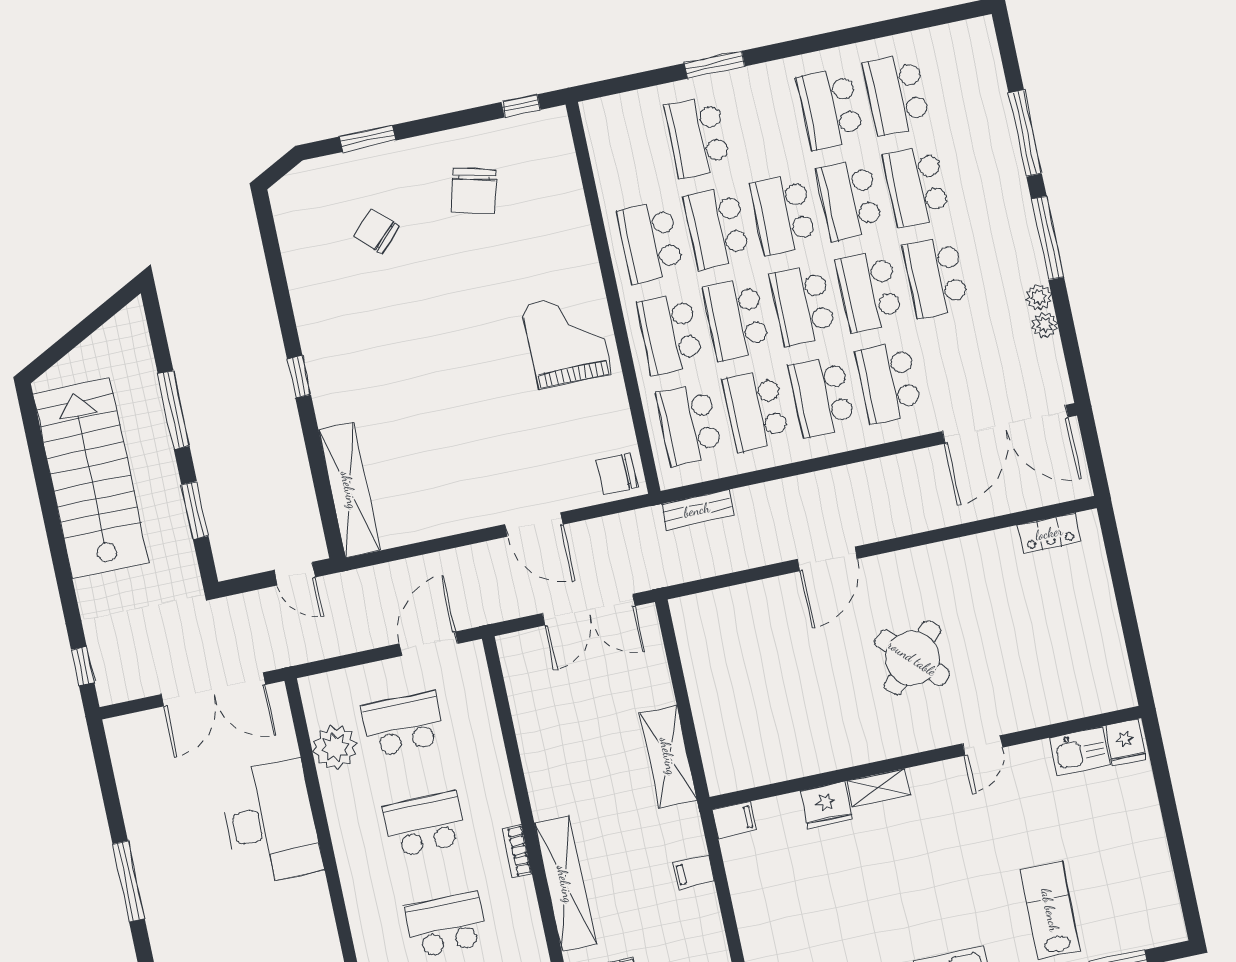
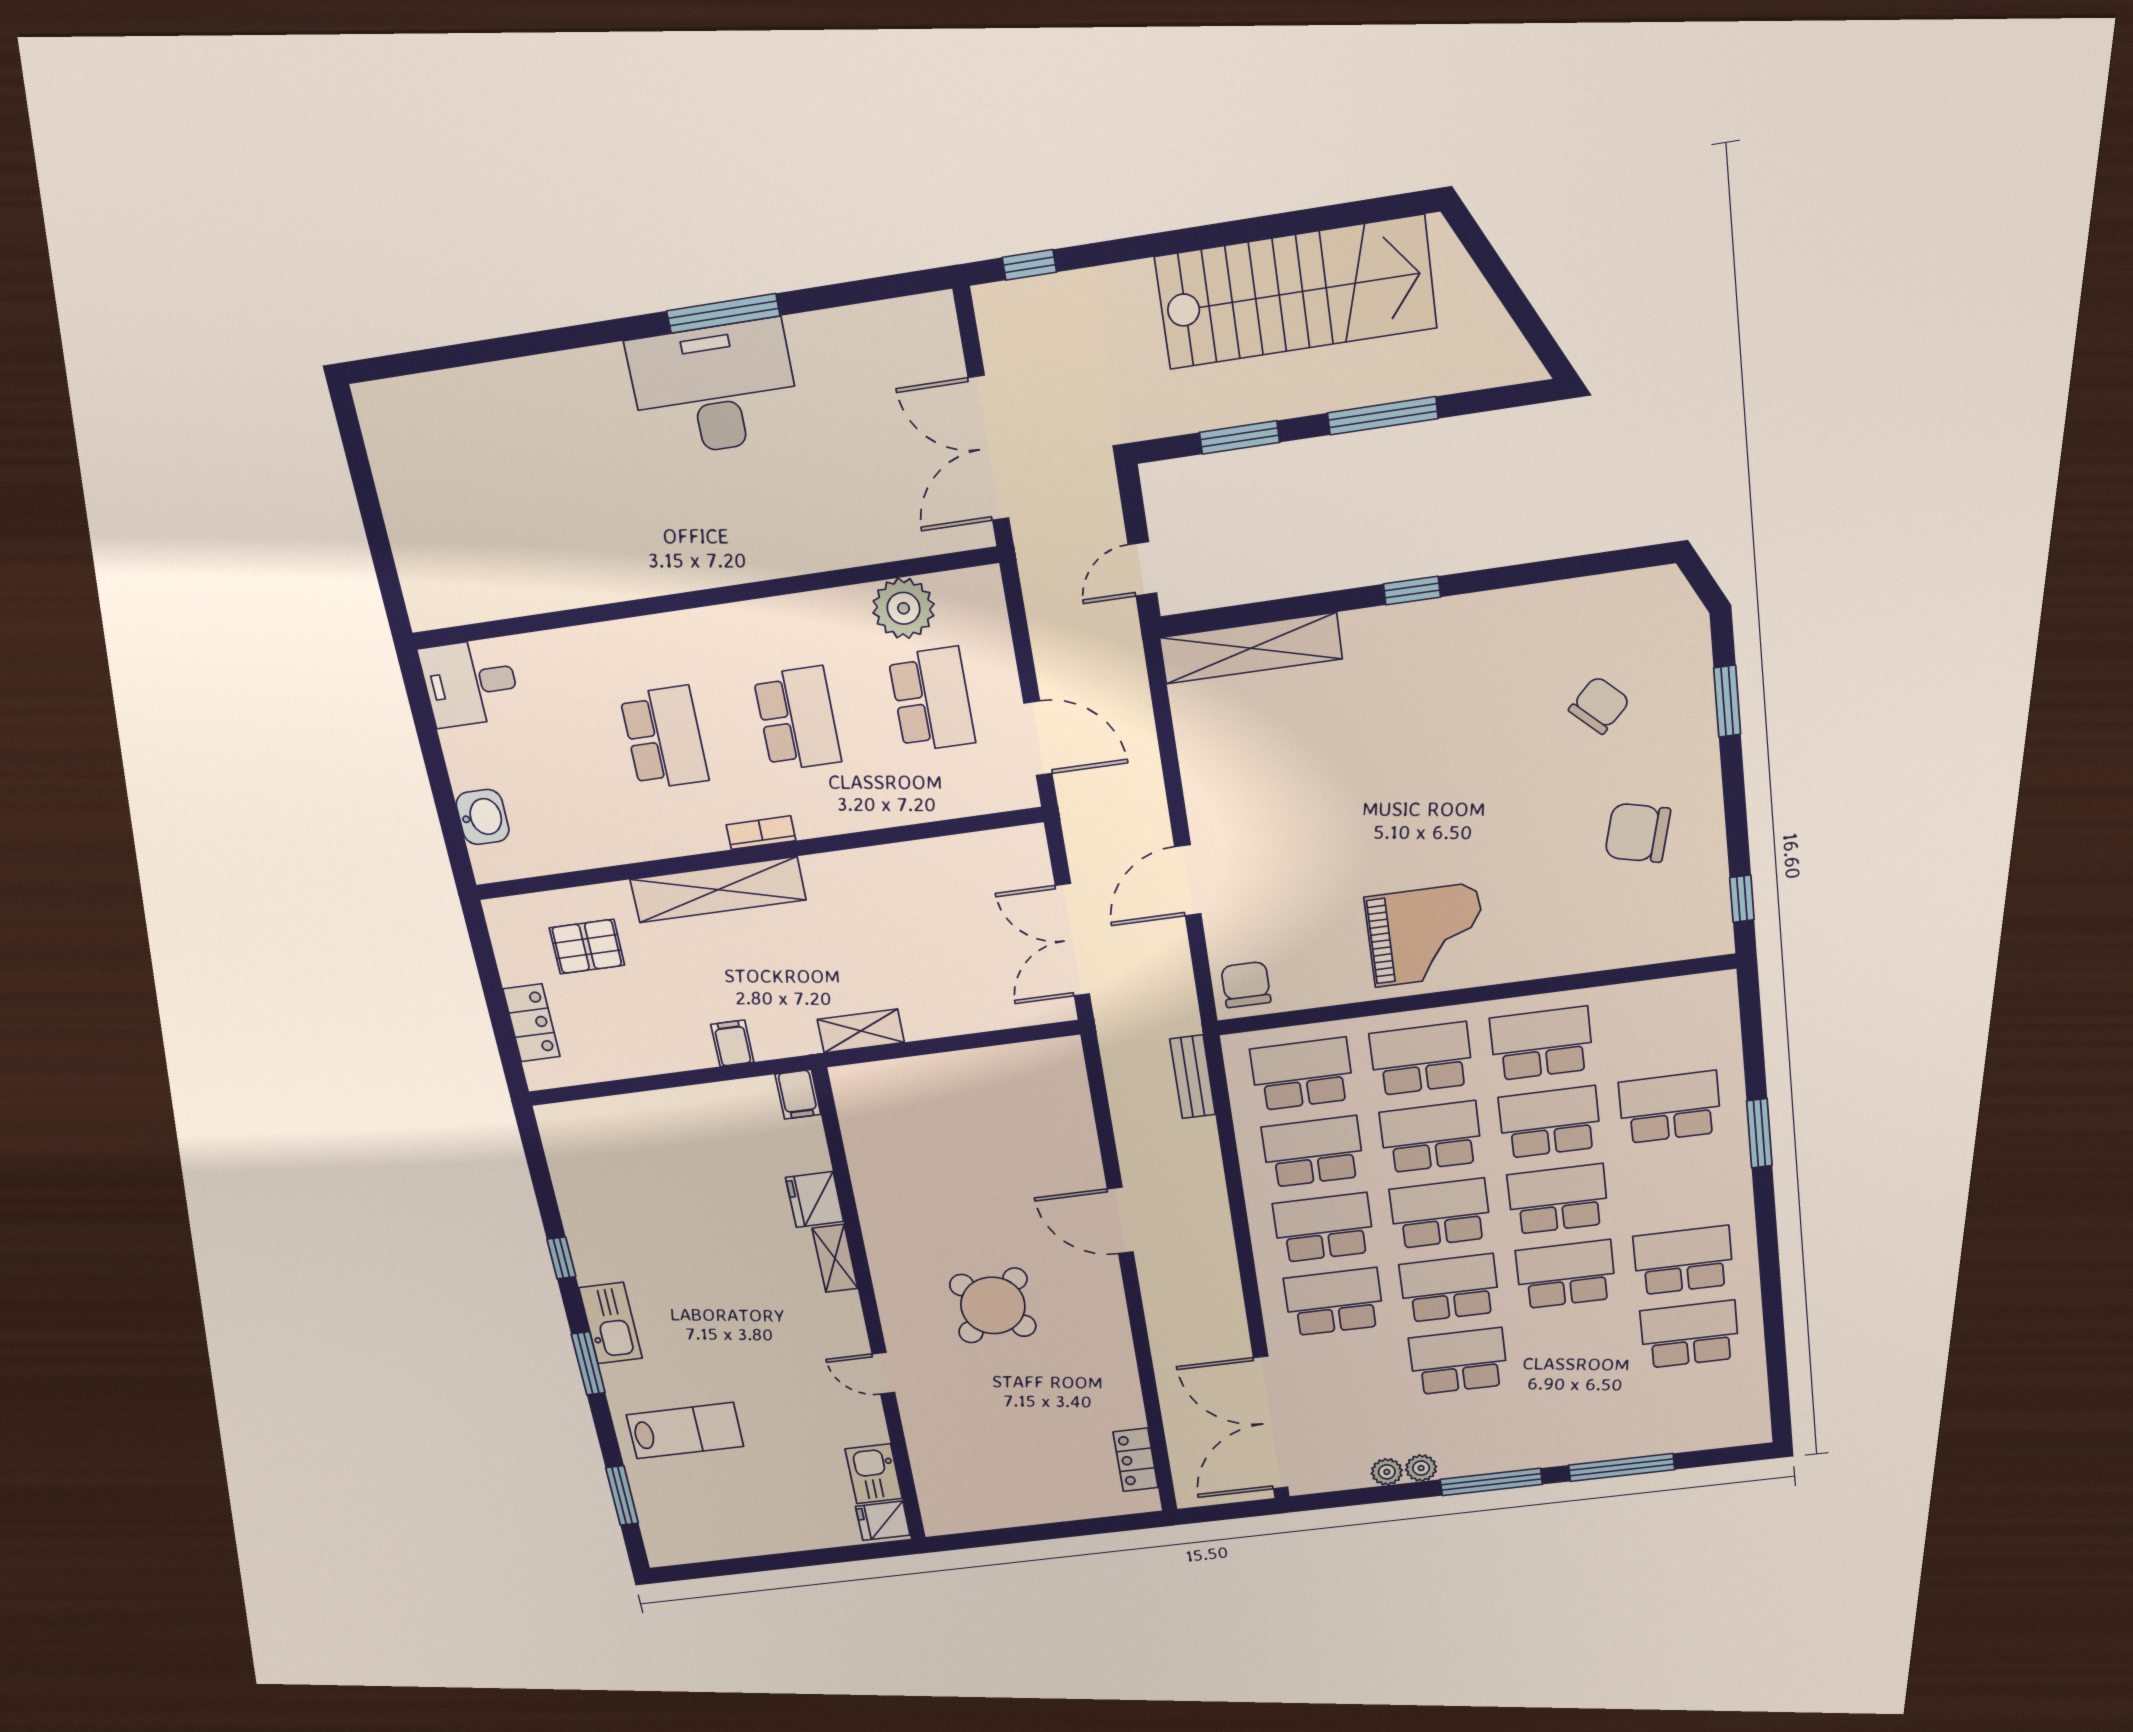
school desk: (916, 186) -> (1574, 1348), removed
shelving: (668, 756) -> (861, 1031), width x0.67, depth x0.75
desk: (270, 822) -> (714, 389), moved, turned 180

